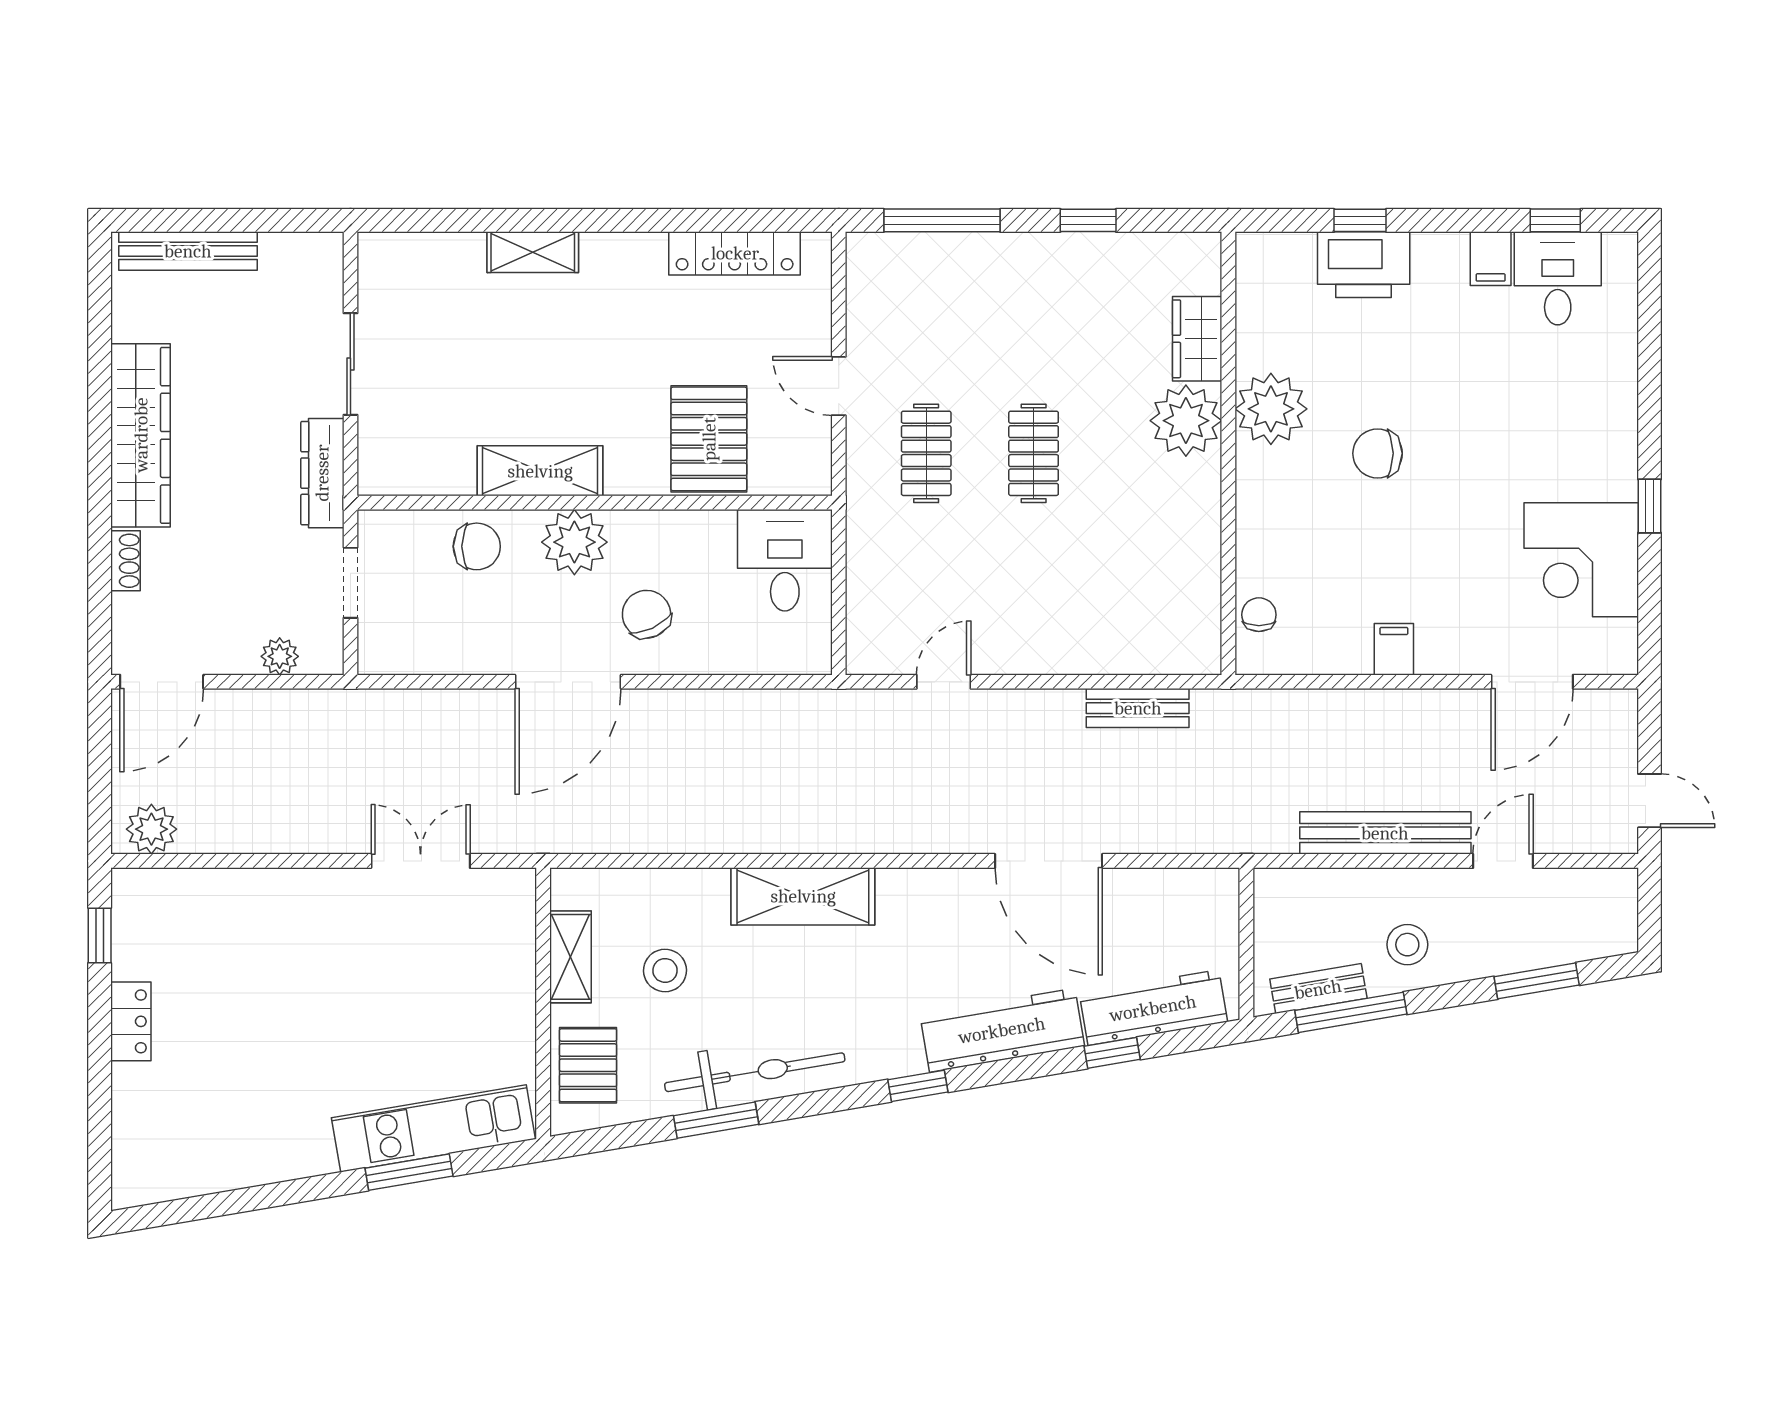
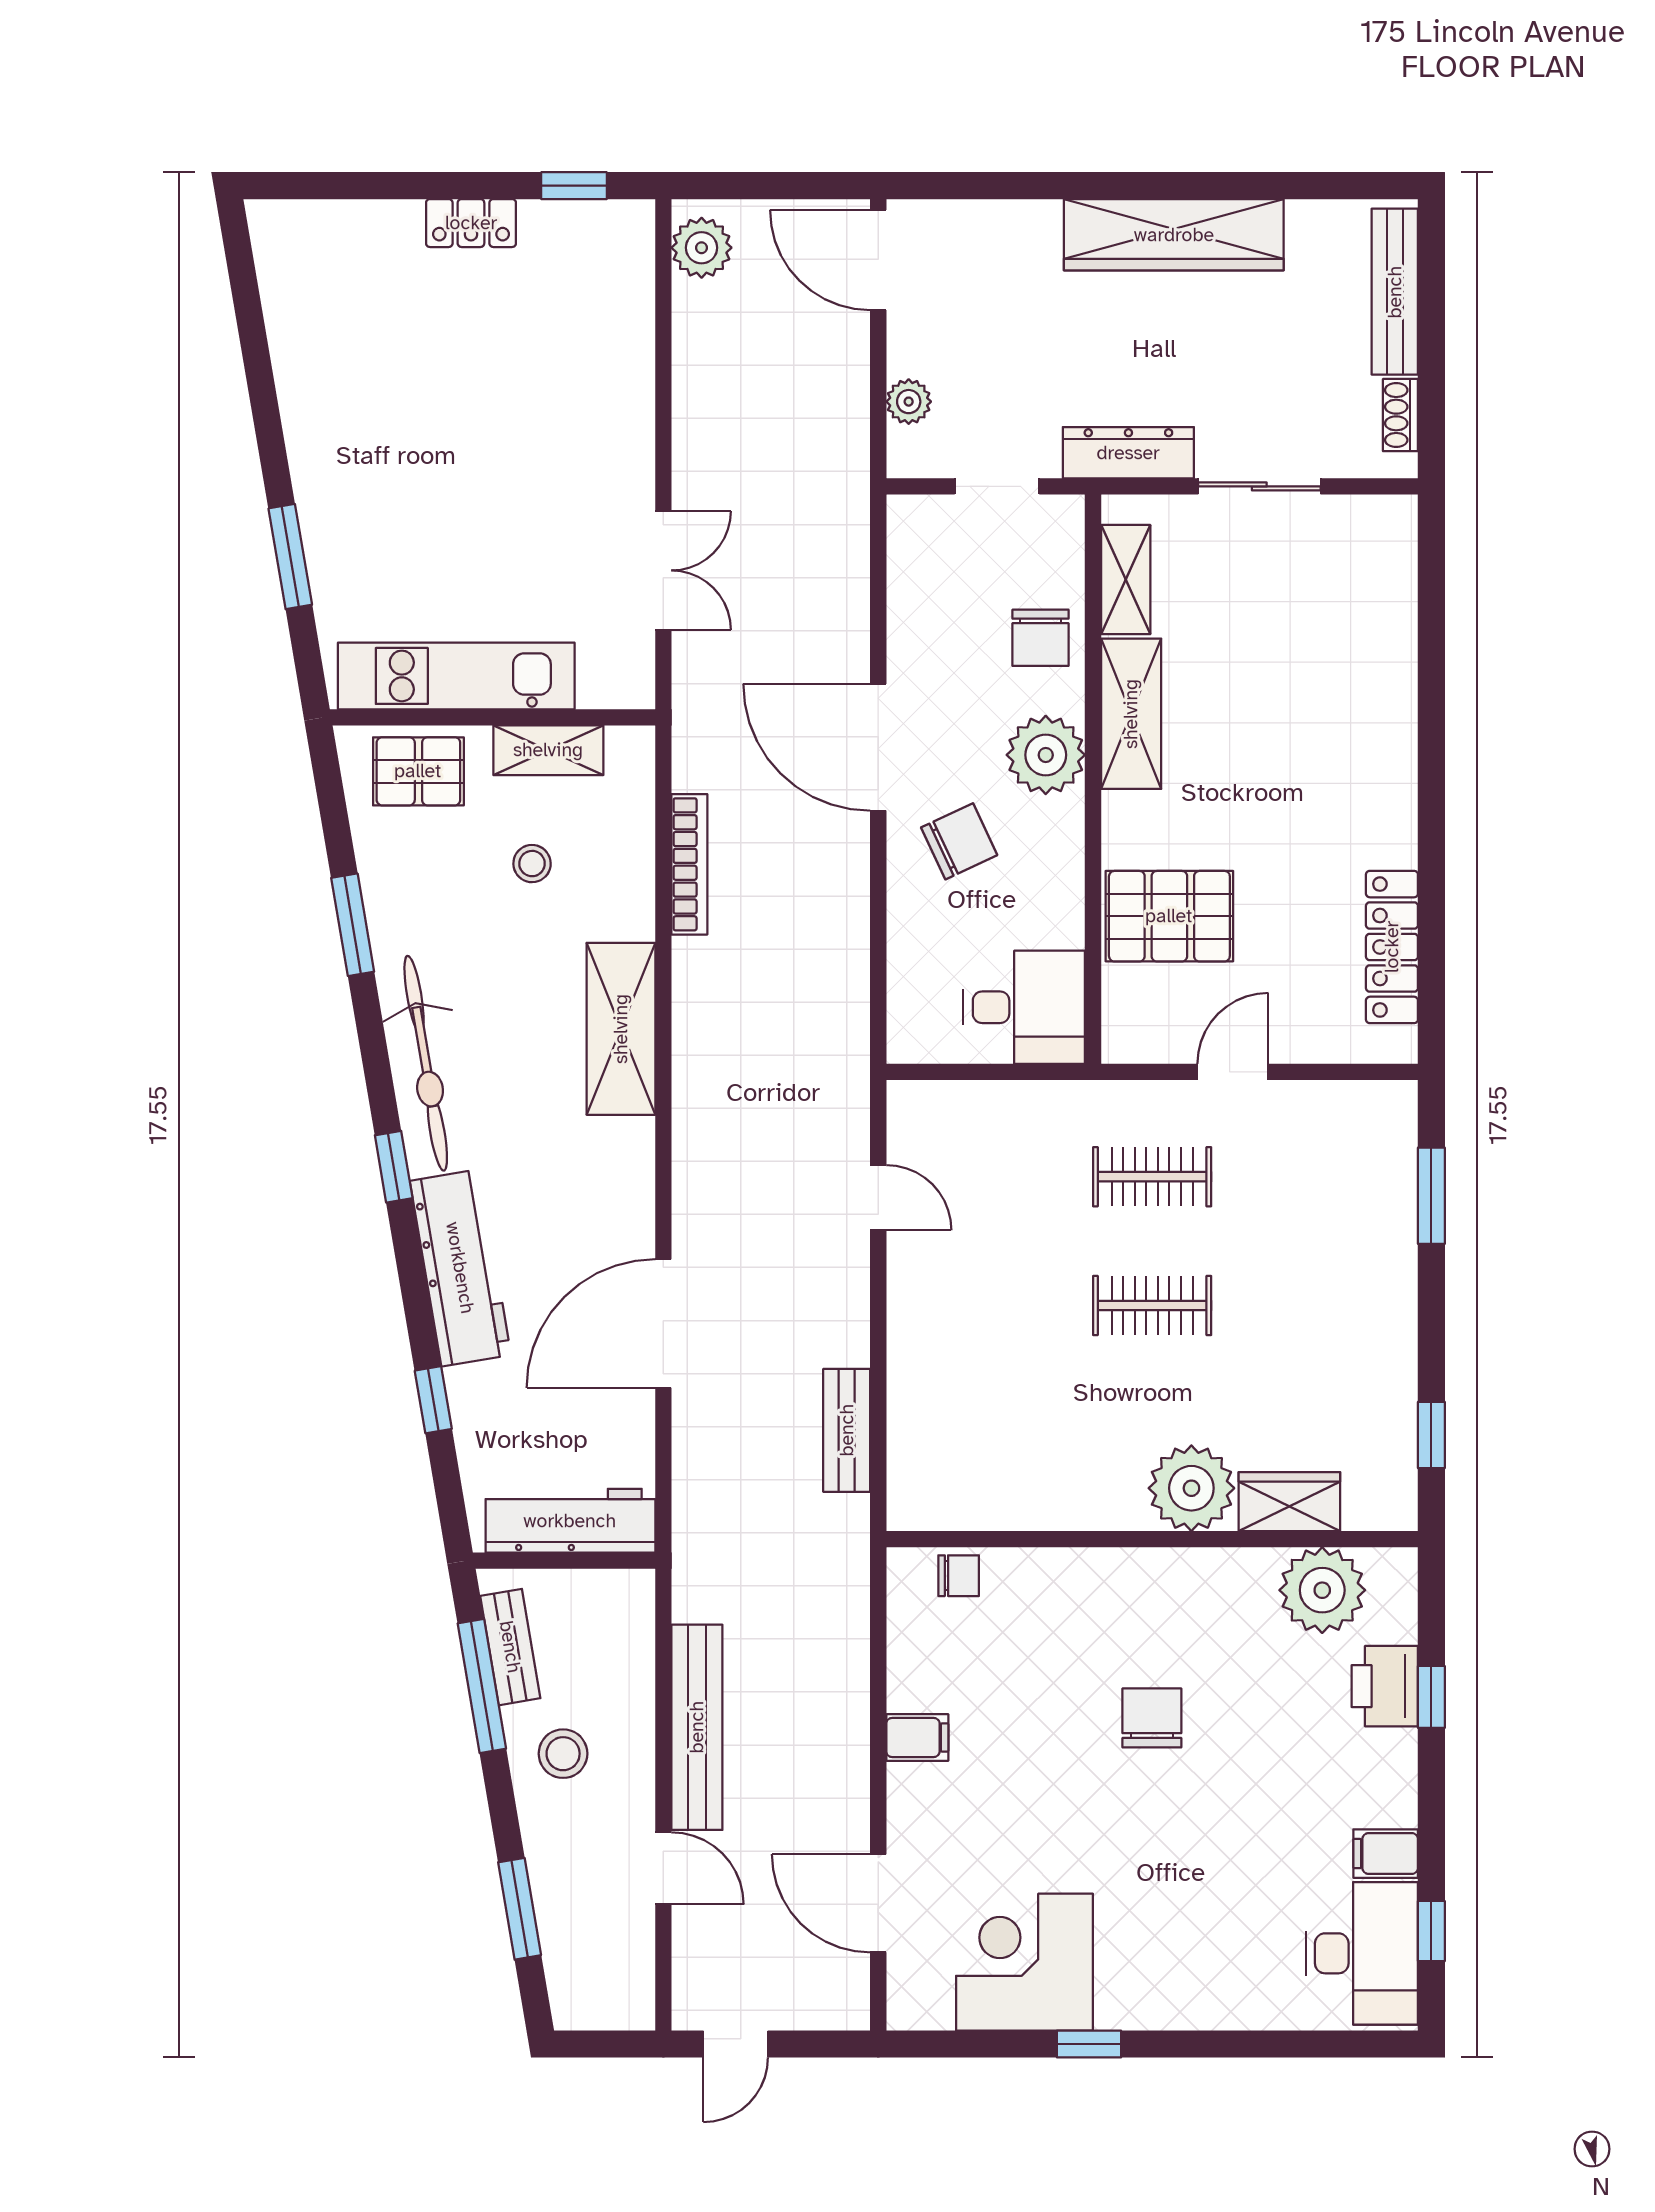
window: (942, 220) -> (1431, 1196), width x0.69
window: (1088, 220) -> (1431, 1435), moved
shelving: (533, 252) -> (1126, 580), moved
printer: (1364, 265) -> (1385, 1686), width x0.73, depth x0.84
desk: (1558, 278) -> (1362, 1953), width x1.37
plant: (1271, 409) -> (1322, 1590), moved
shoe rack: (125, 561) -> (1400, 415), moved, turned 90
bookcase: (666, 839) -> (689, 864), added
stool: (665, 970) -> (532, 864), width x0.73, depth x0.73
workbench: (1153, 1008) -> (570, 1521), moved, turned -80
bicycle: (755, 1072) -> (426, 1063), moved
kitchen unit: (433, 1128) -> (456, 676), moved, turned -80

